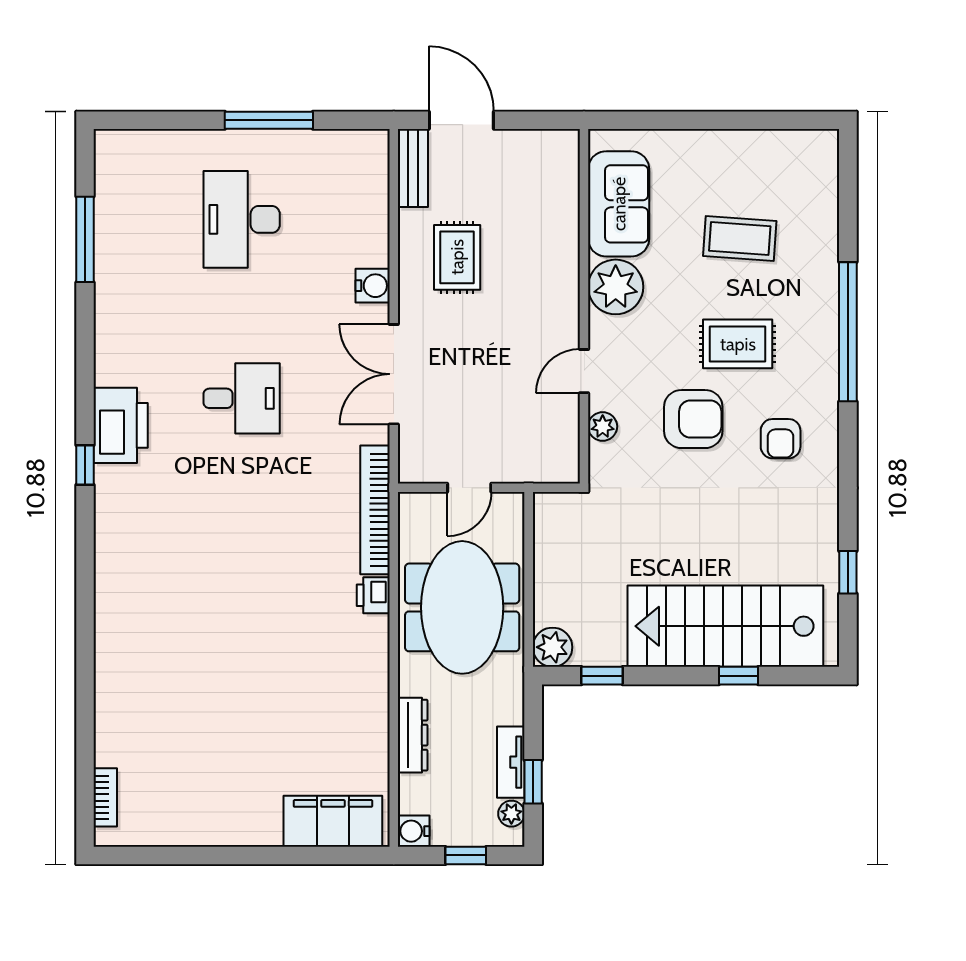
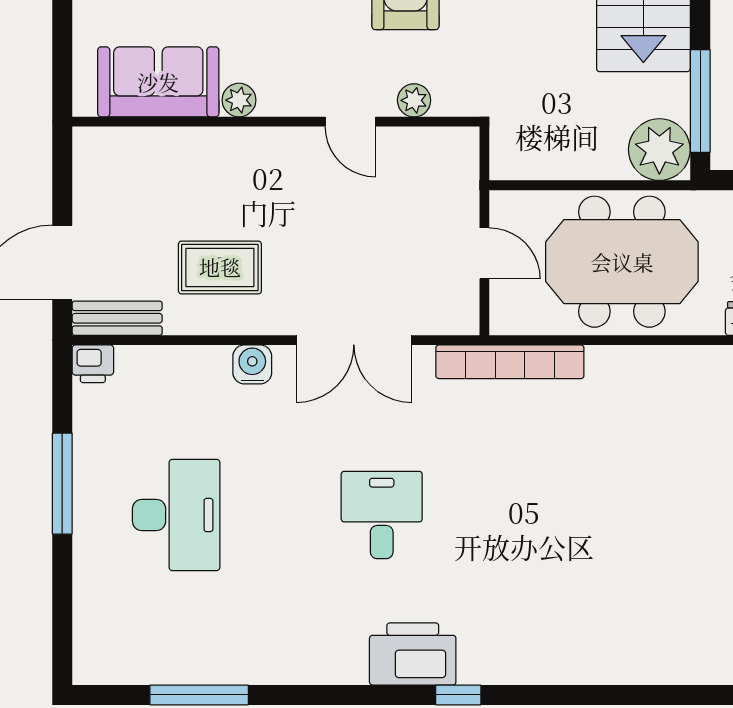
desk: (242, 219) -> (176, 515), turned -90
plant: (616, 287) -> (239, 100), width x0.53, depth x0.53
printer: (373, 595) -> (93, 364), moved
plant: (553, 647) -> (659, 150), width x1.36, depth x1.36
window: (602, 676) -> (700, 101), width x2.17

